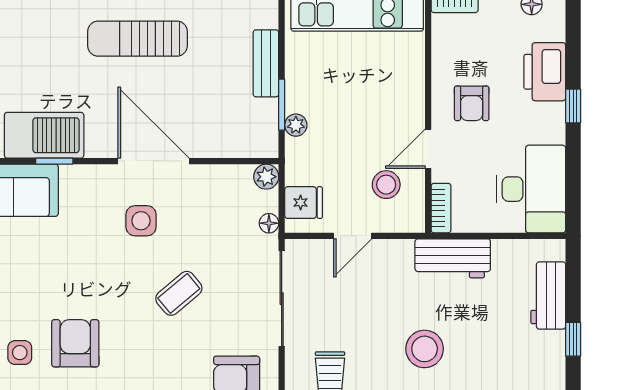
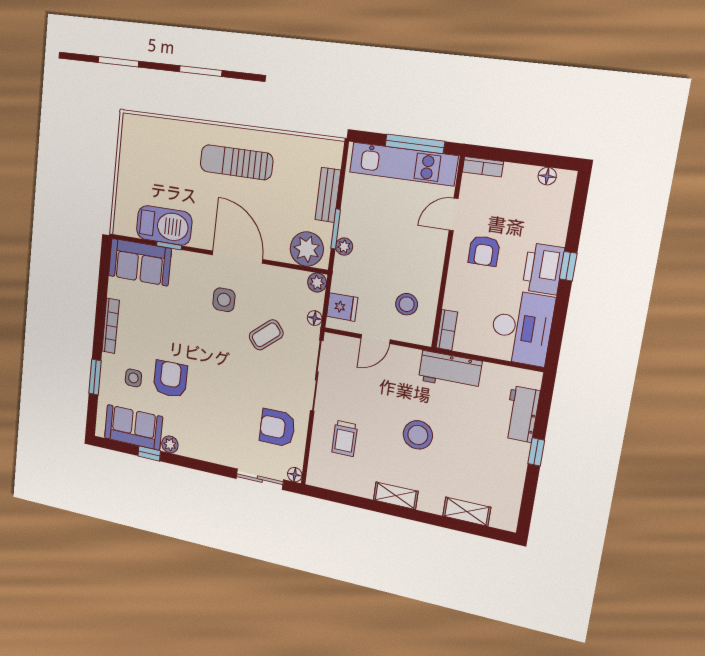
printer: (545, 72) -> (543, 269), moved
plant: (247, 136) -> (307, 249), added
door: (428, 149) -> (454, 214), moved
coffee table: (179, 293) -> (266, 335), moved

